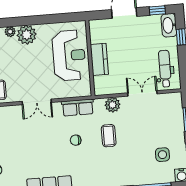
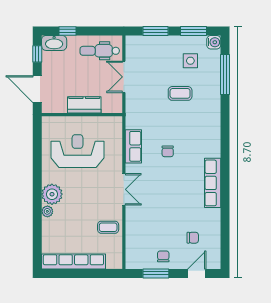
wall: (90, 58) -> (82, 115), moved
kitchen counter: (99, 59) -> (84, 105), moved
plant: (113, 105) -> (133, 109), removed
coffee table: (109, 136) -> (180, 93), moved

